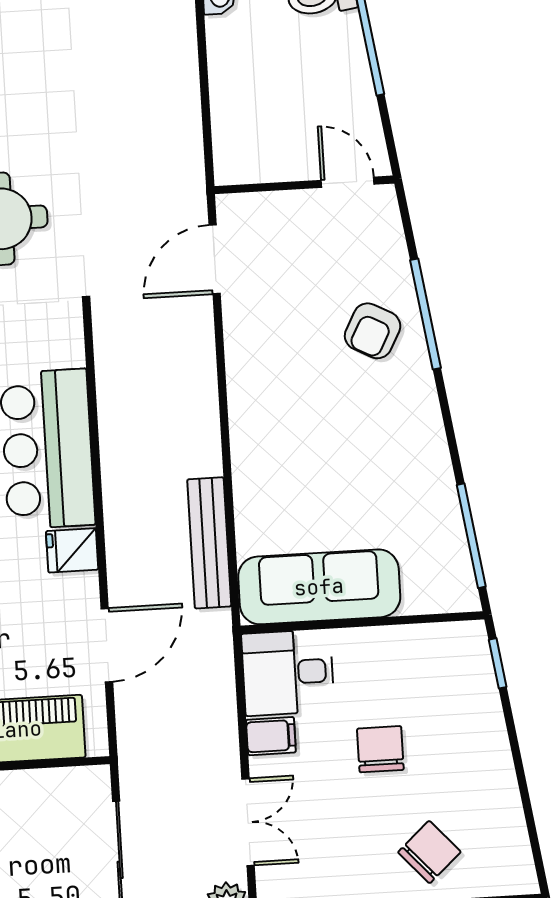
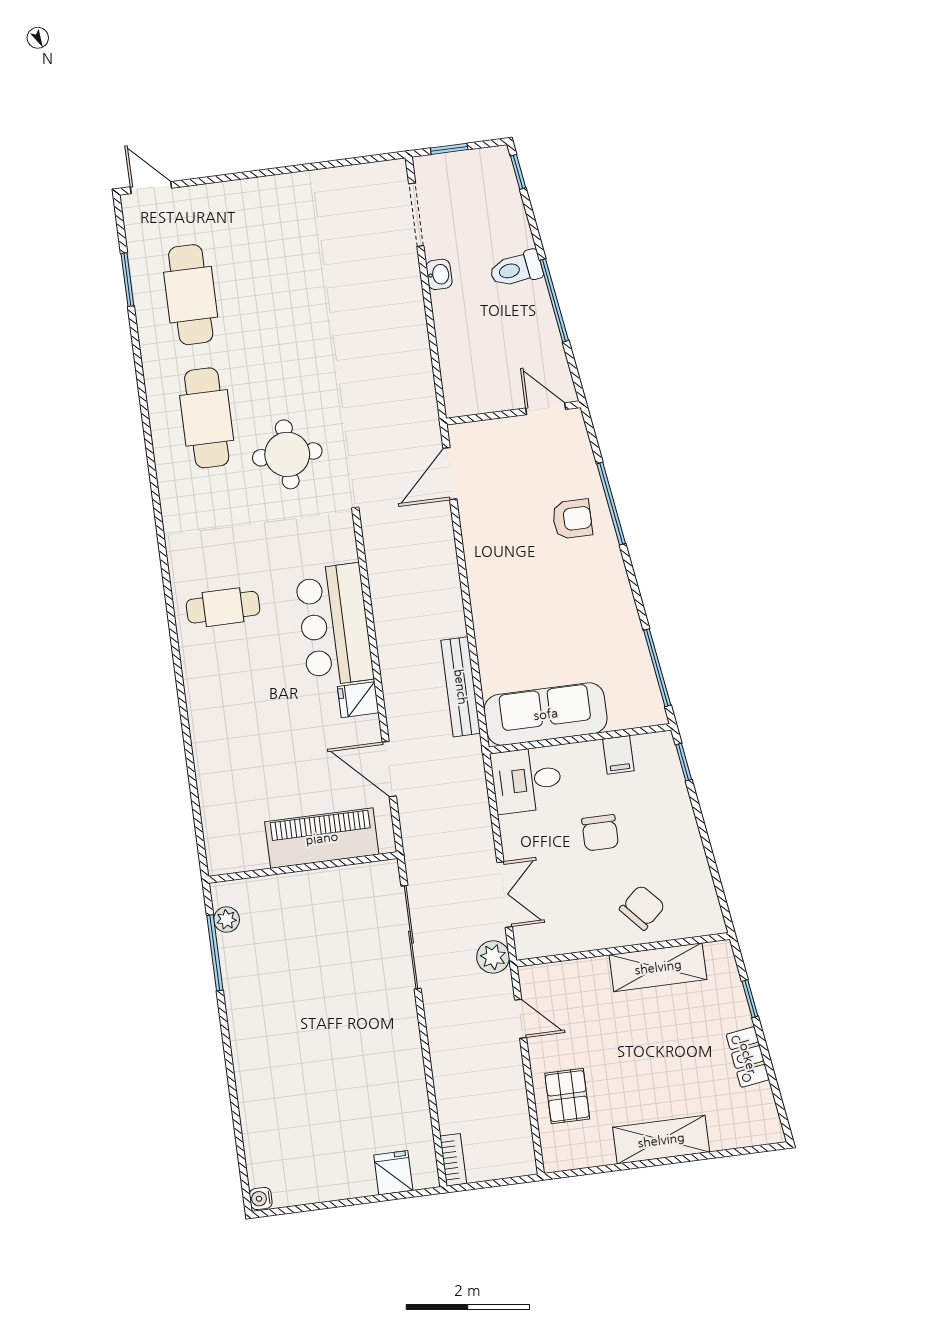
armchair: (373, 331) -> (572, 519), turned -118
door: (107, 645) -> (389, 769), swing flipped
filing cabinet: (271, 736) -> (618, 755), moved, turned 90
chair: (380, 749) -> (600, 833), turned 180

